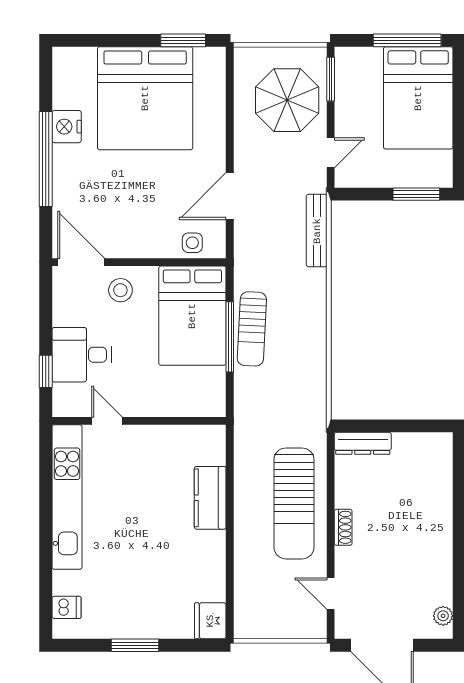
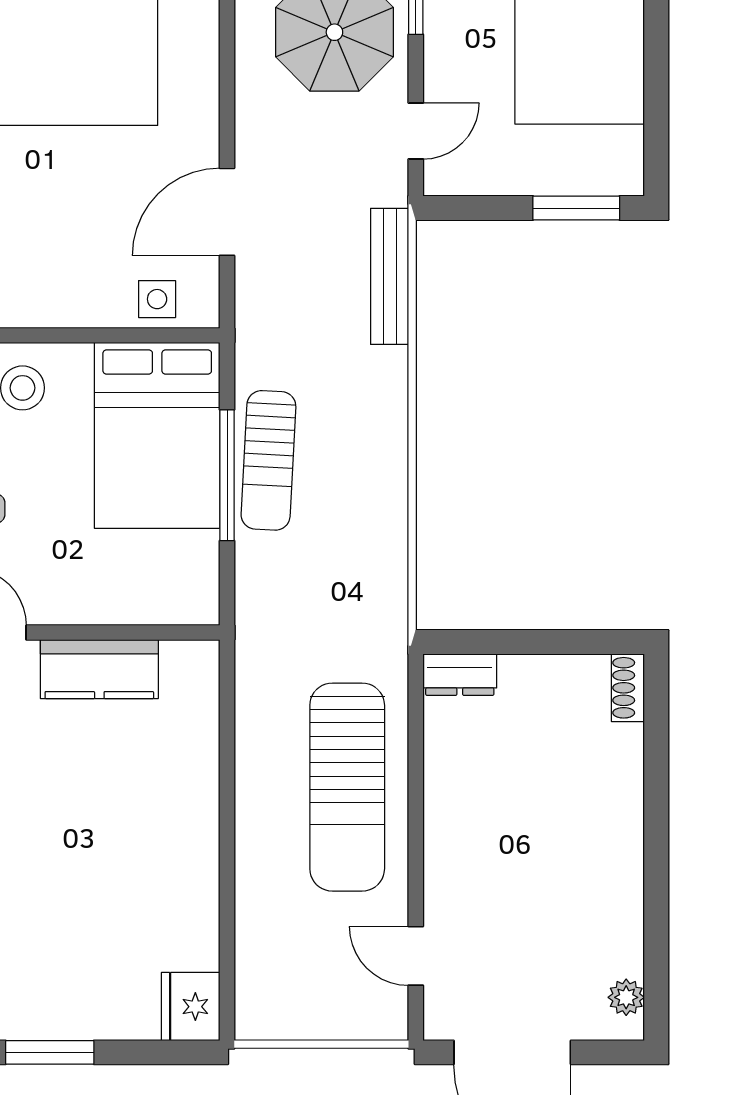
dresser: (363, 443) -> (460, 675), width x0.70
kitchen counter: (210, 498) -> (99, 669), moved, turned -90
shoe rack: (343, 527) -> (628, 688), moved, turned 180

